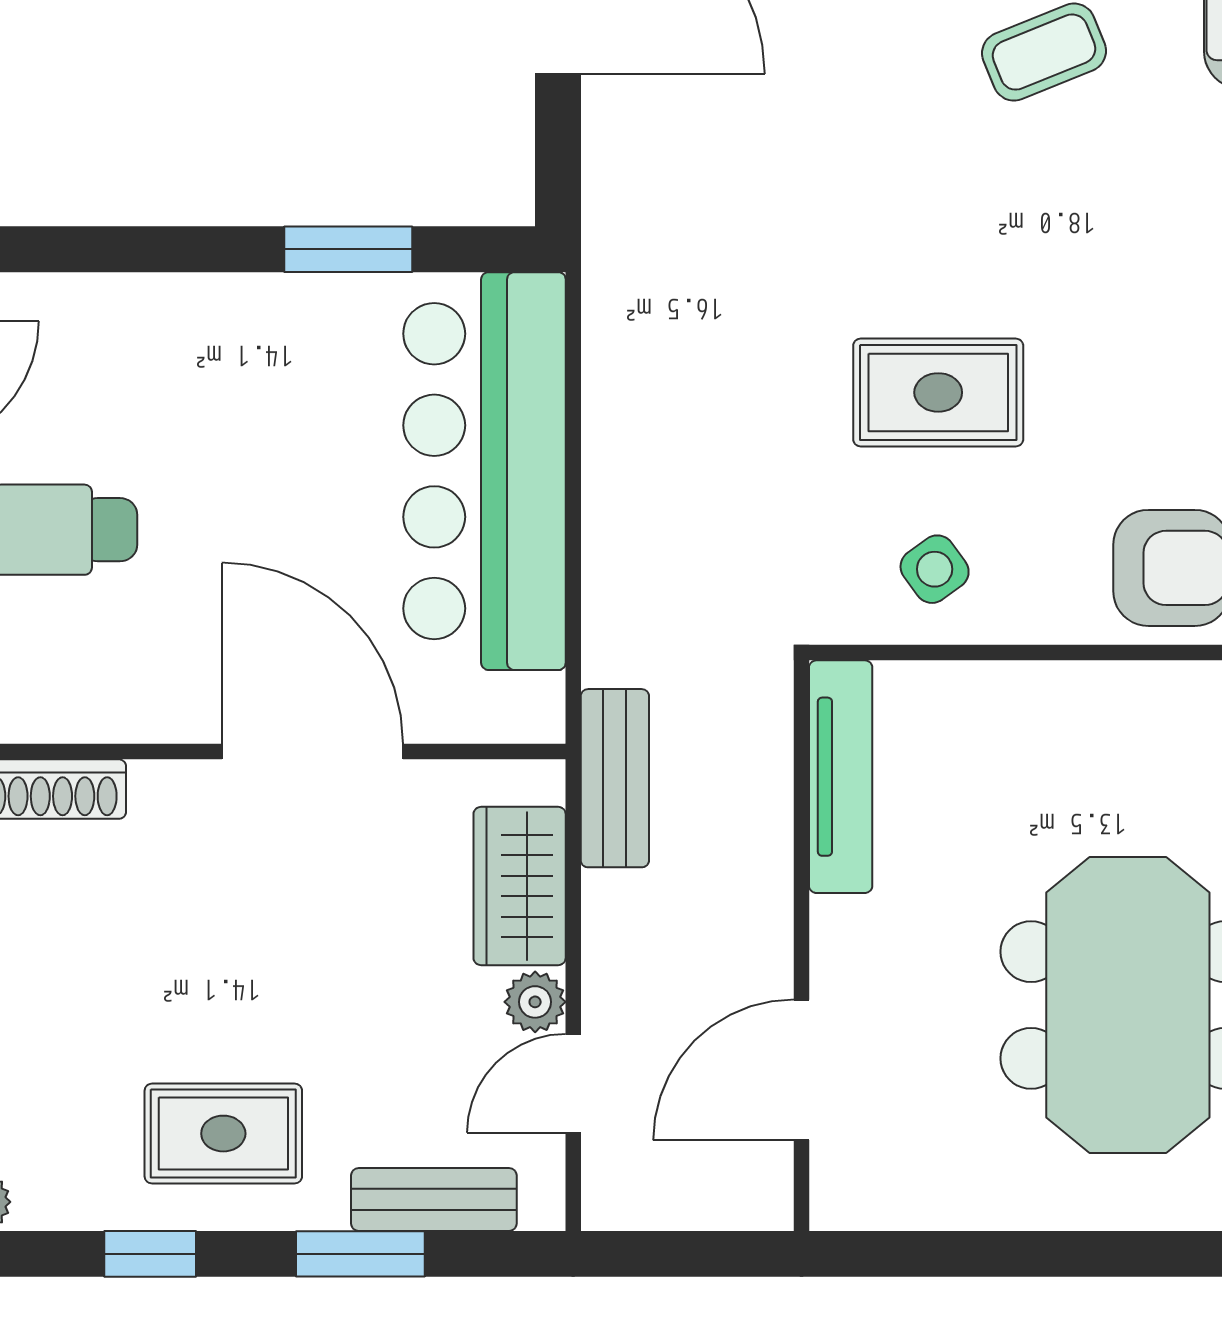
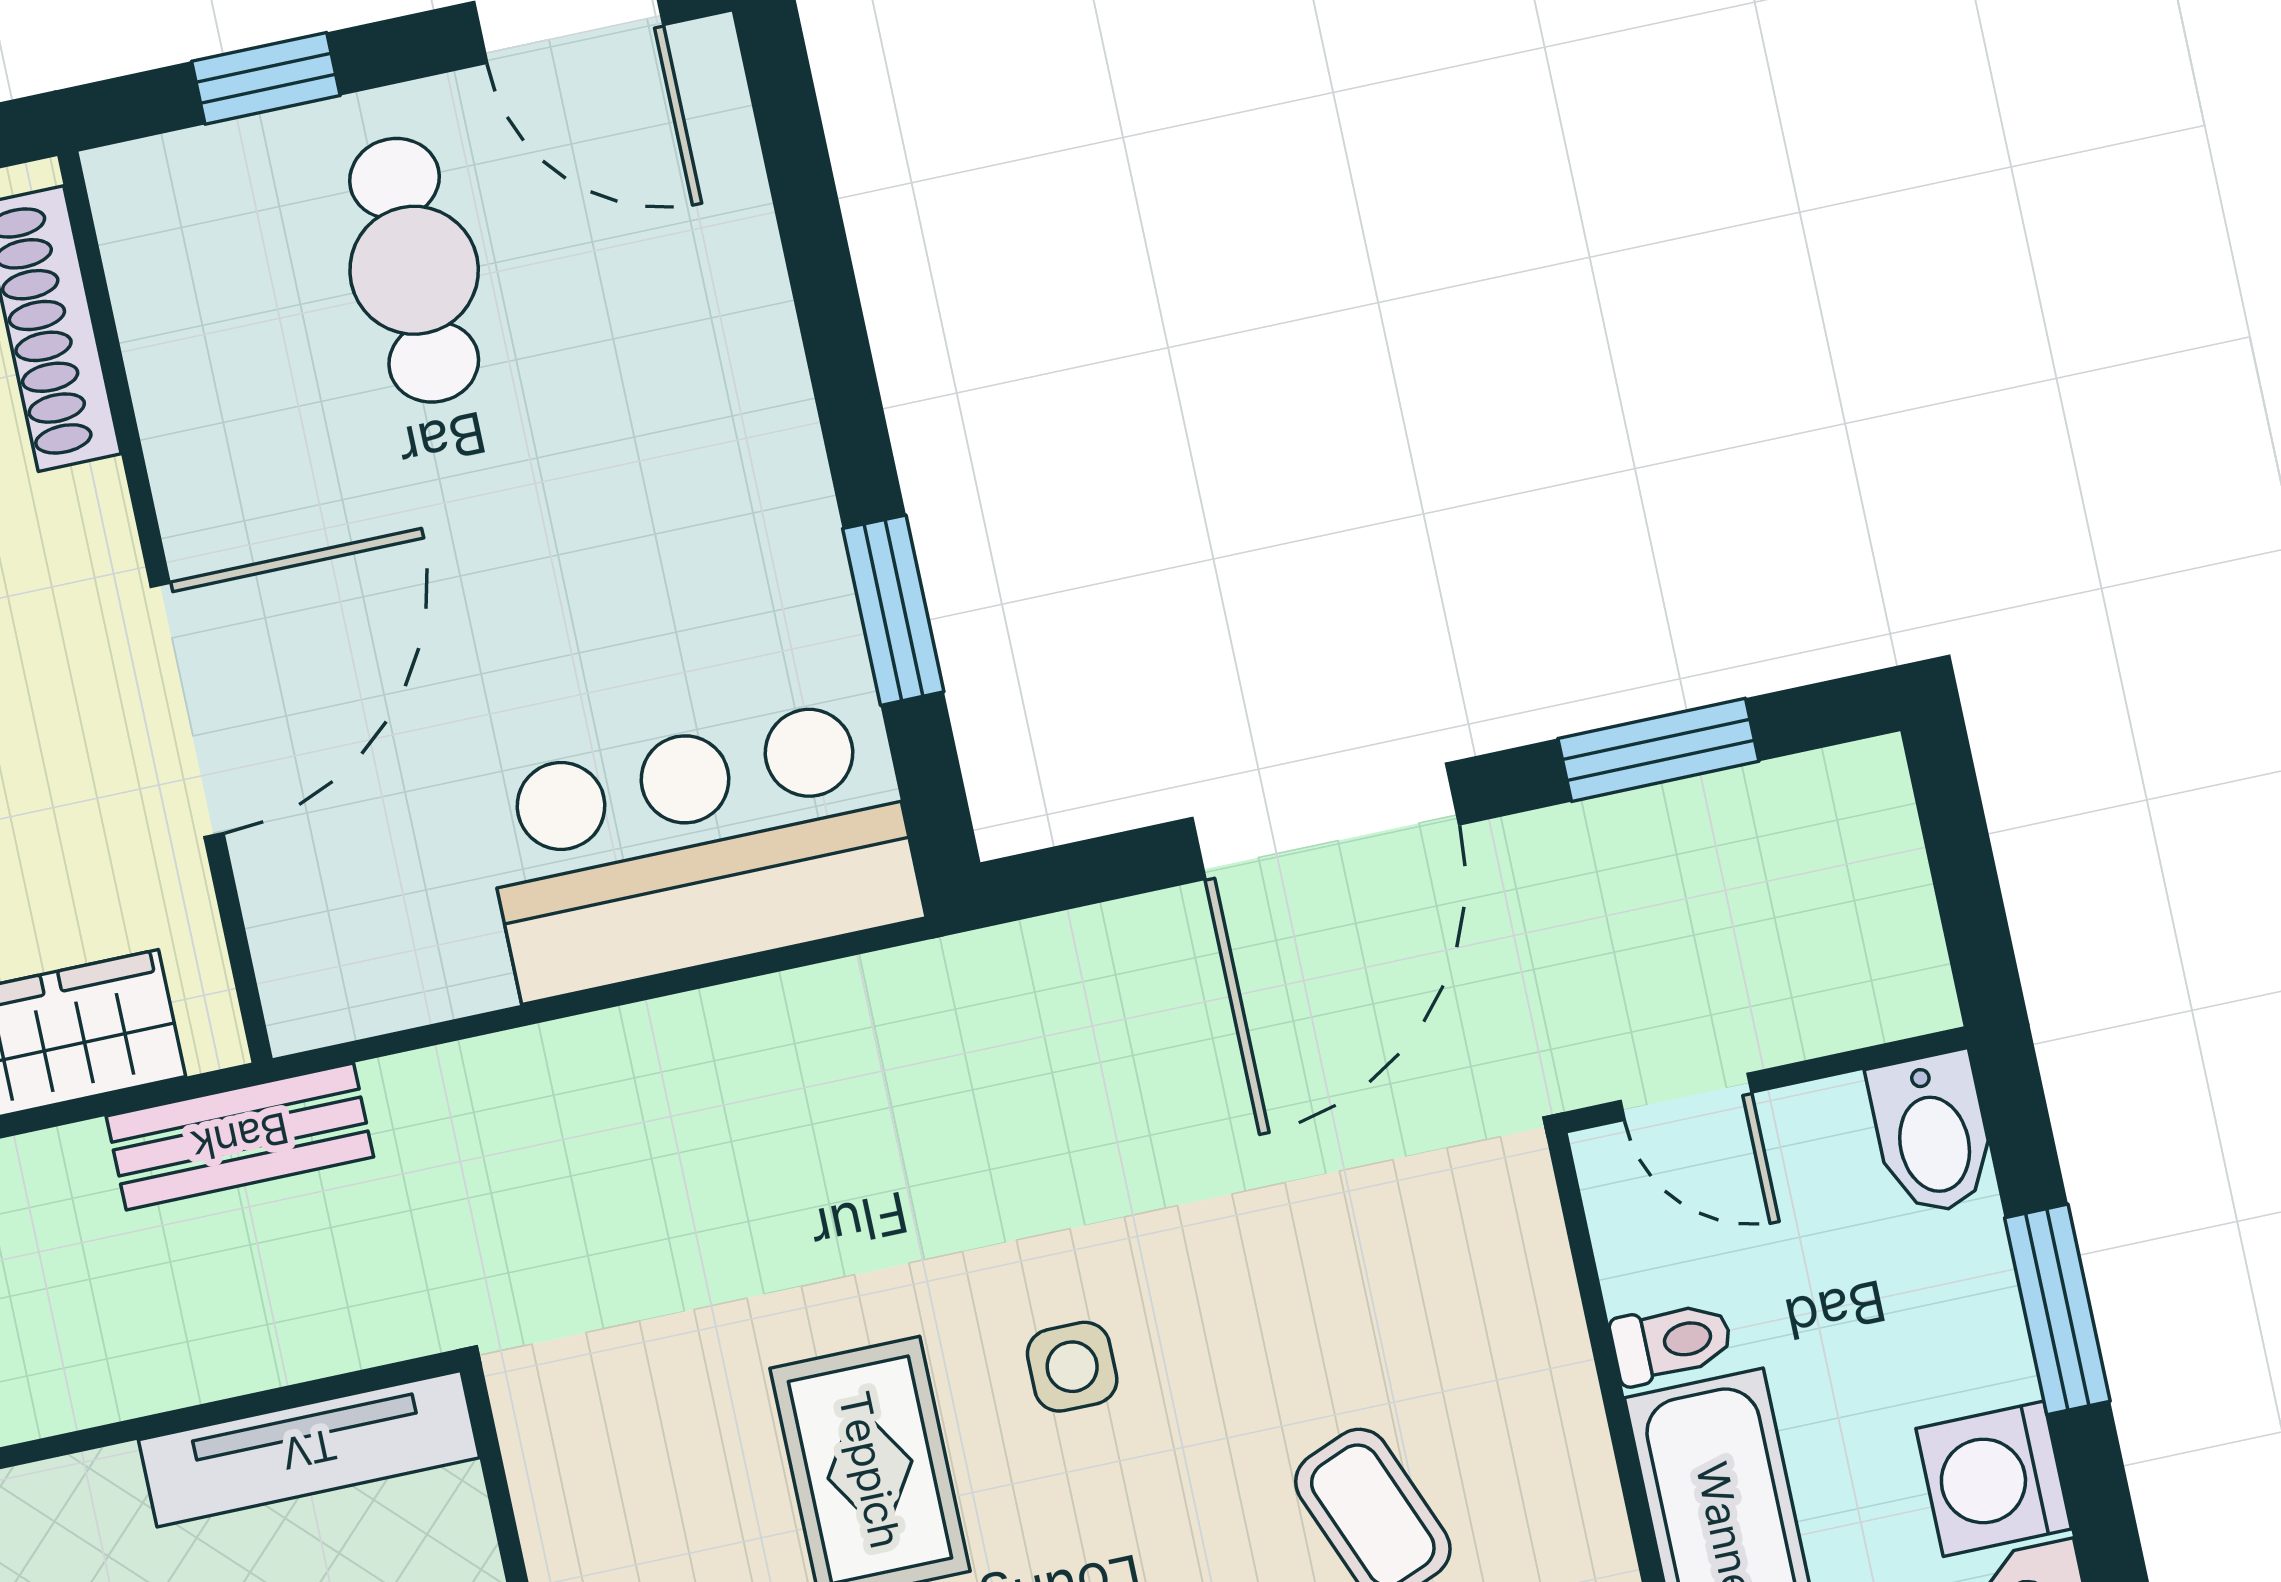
bar counter: (484, 471) -> (700, 849), width x0.73
side table: (935, 569) -> (1072, 1367), moved, turned 36

